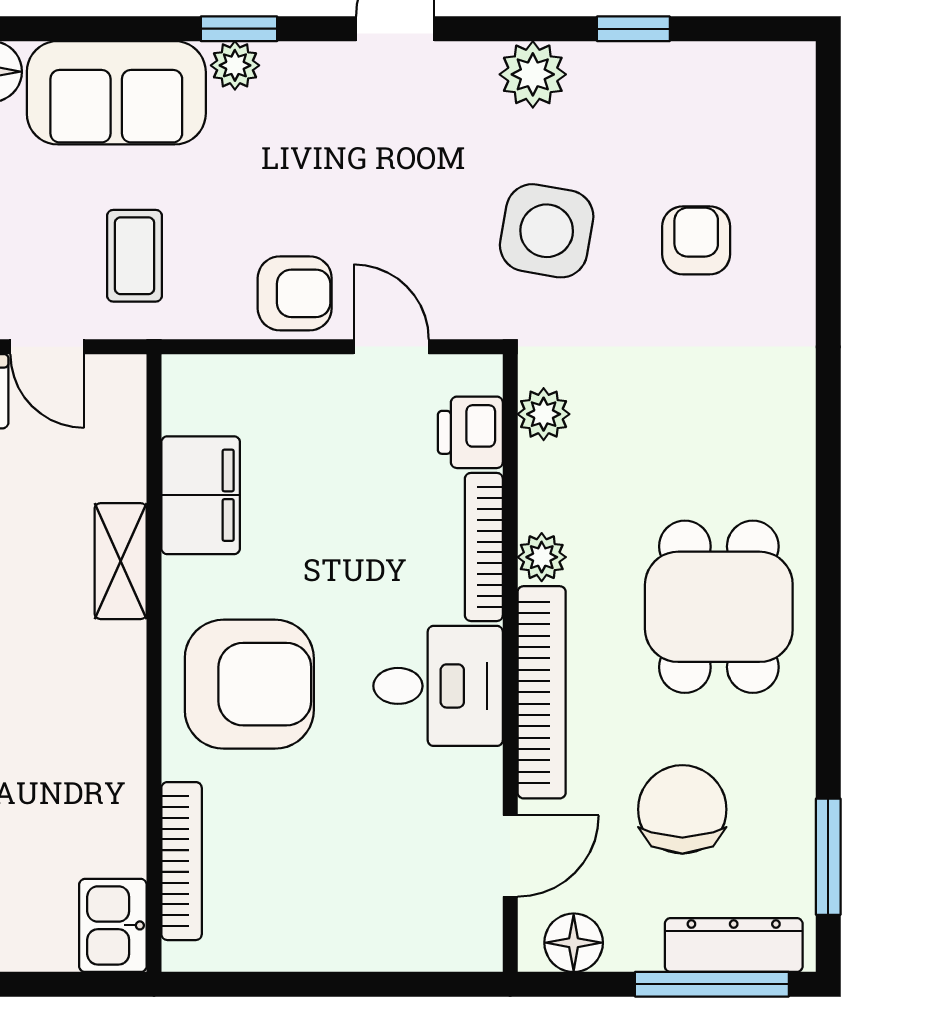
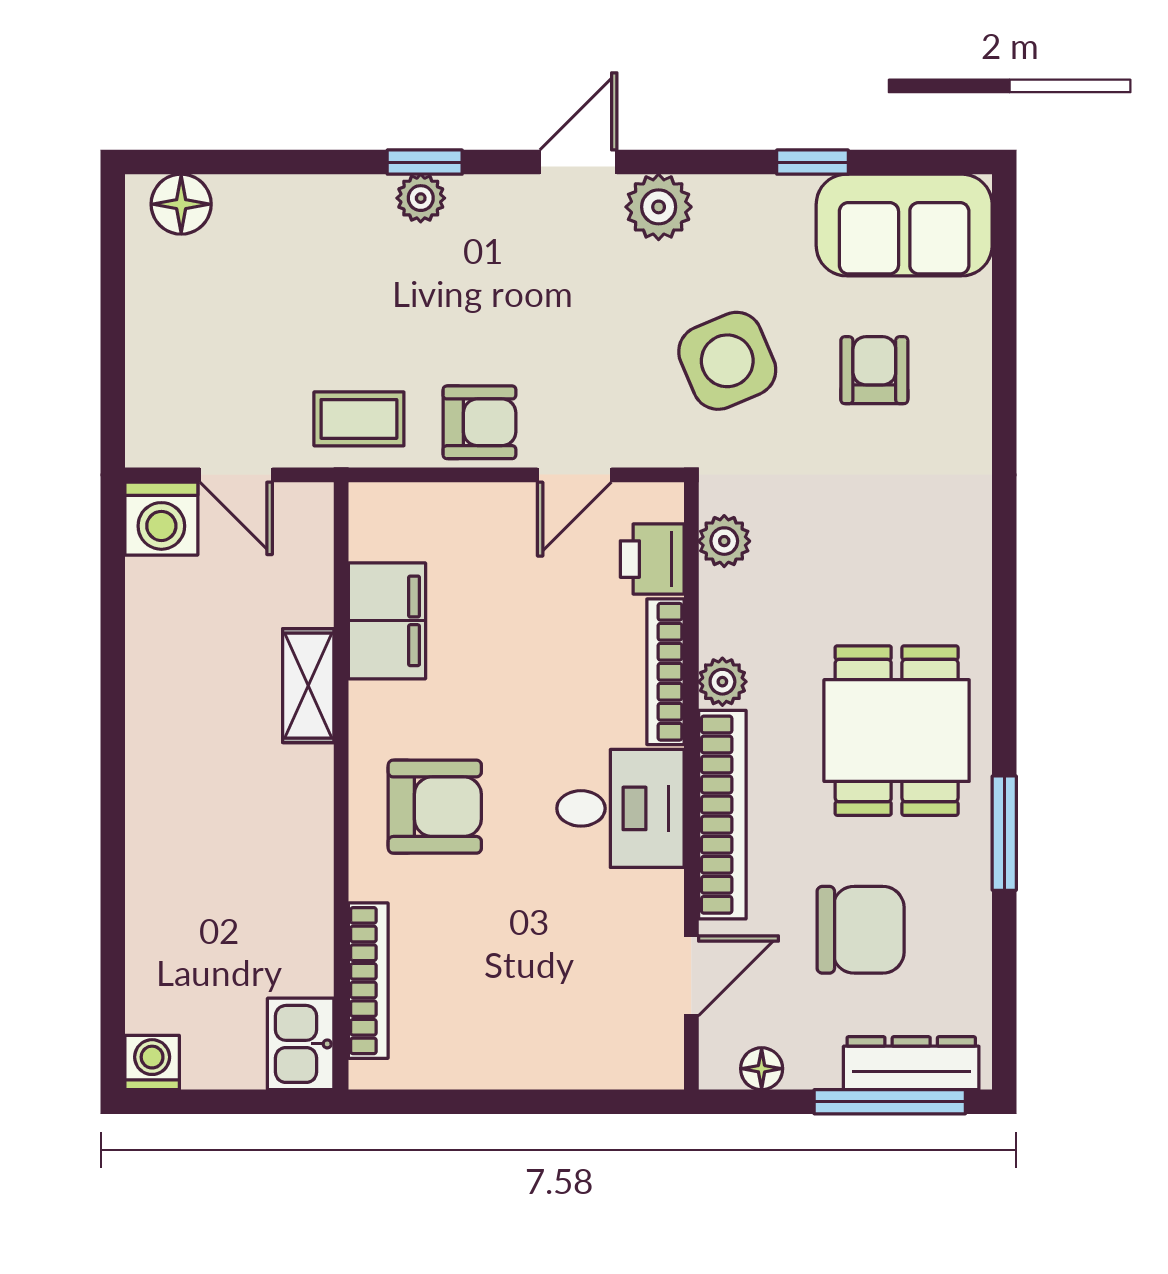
plant: (533, 74) -> (659, 207), moved
sofa: (116, 93) -> (904, 225), moved
side table: (547, 231) -> (727, 361), turned -33
coffee table: (135, 256) -> (359, 419), moved, turned 90
door: (391, 347) -> (574, 475), swing flipped
armchair: (249, 684) -> (435, 807), width x0.73, depth x0.73
chair: (682, 809) -> (861, 930), turned 90
window: (828, 857) -> (1004, 833), moved
floor lamp: (574, 943) -> (762, 1069), width x0.73, depth x0.73

